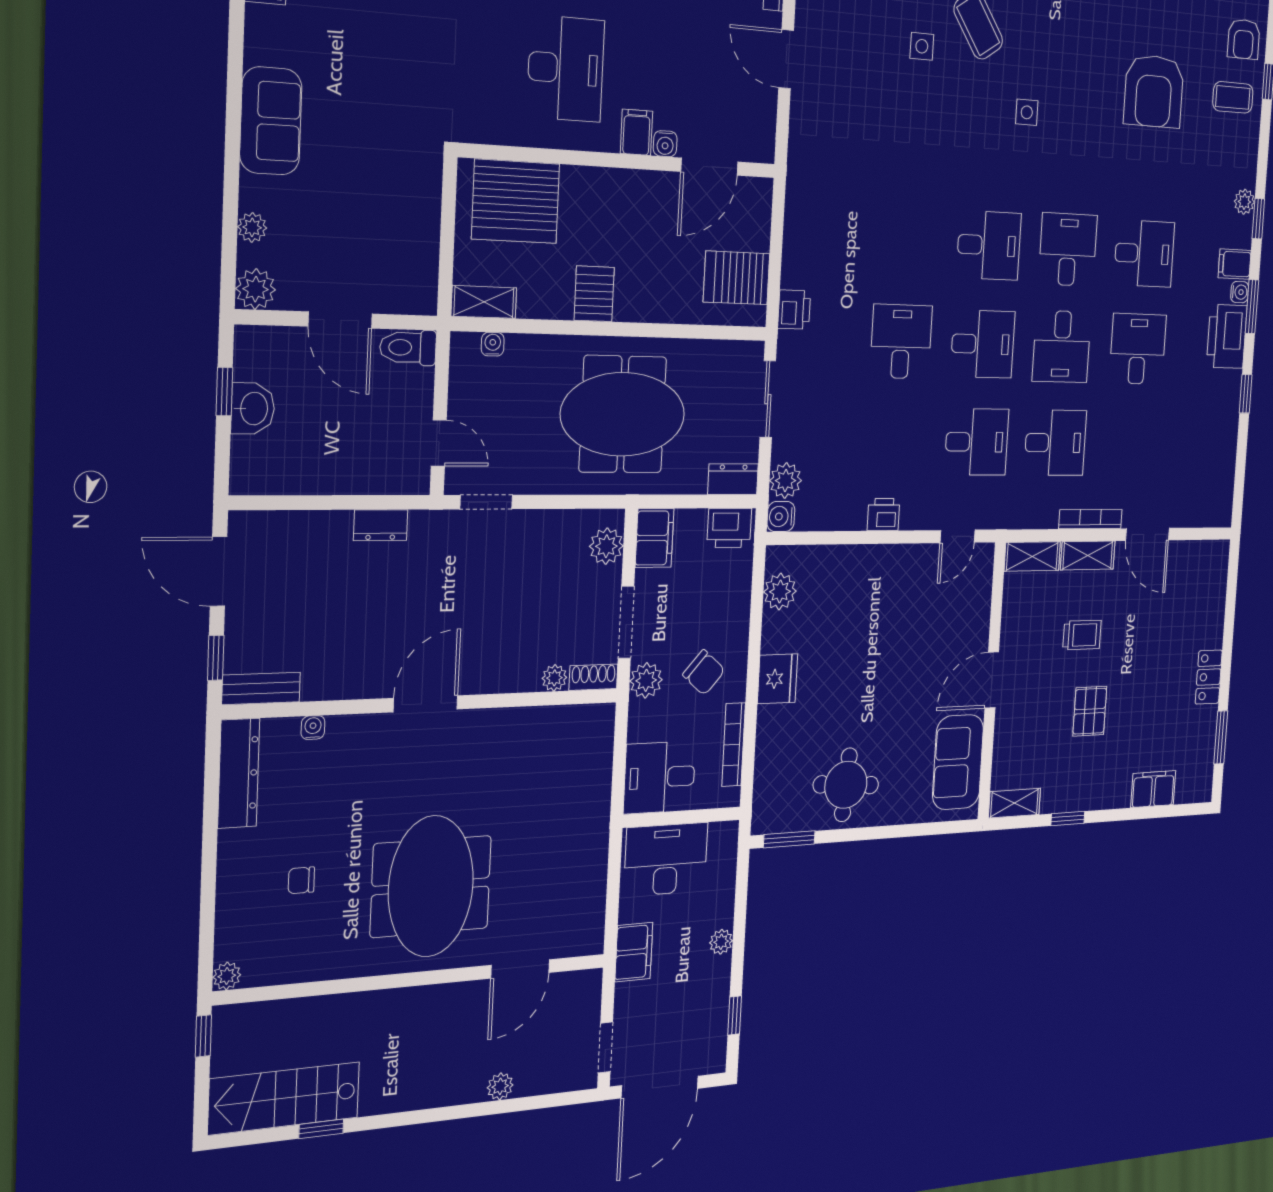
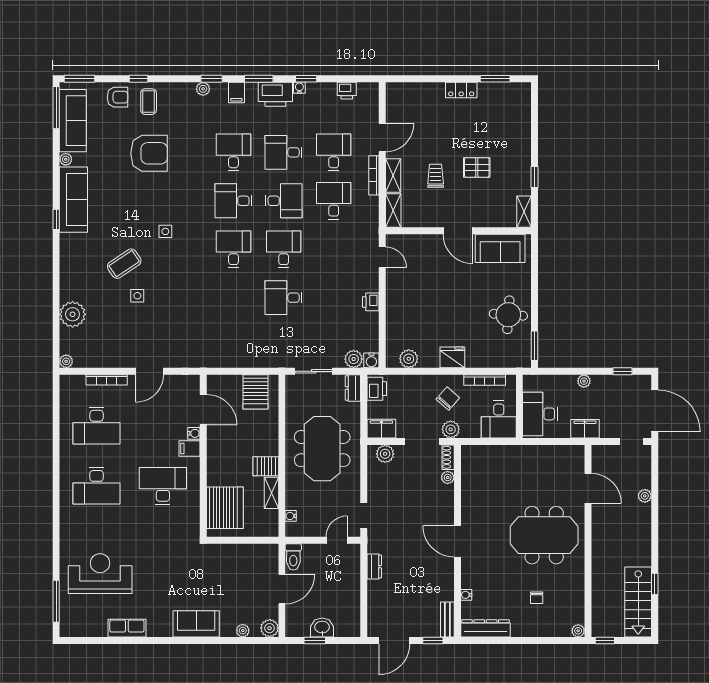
water cooler: (1240, 292) -> (299, 88), moved
shelving: (484, 302) -> (271, 493), moved
printer: (794, 310) -> (347, 91), moved, turned 180
desk: (977, 442) -> (334, 152), moved
filing cabinet: (1153, 789) -> (522, 122), removed

